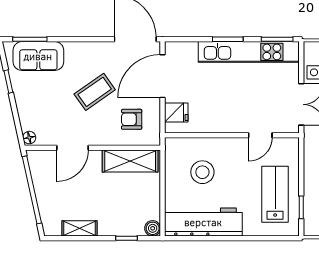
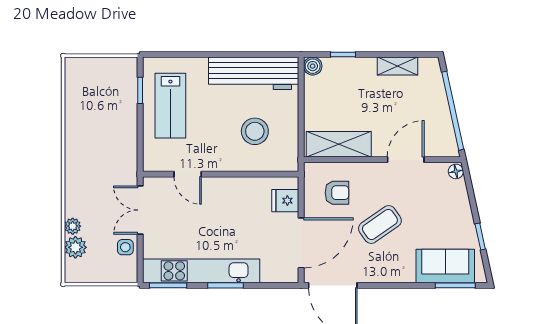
door: (260, 135) -> (188, 174), swing flipped

